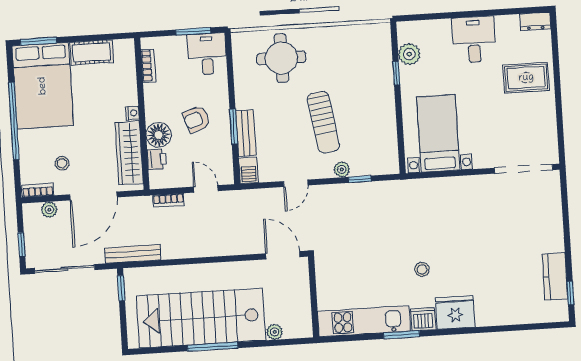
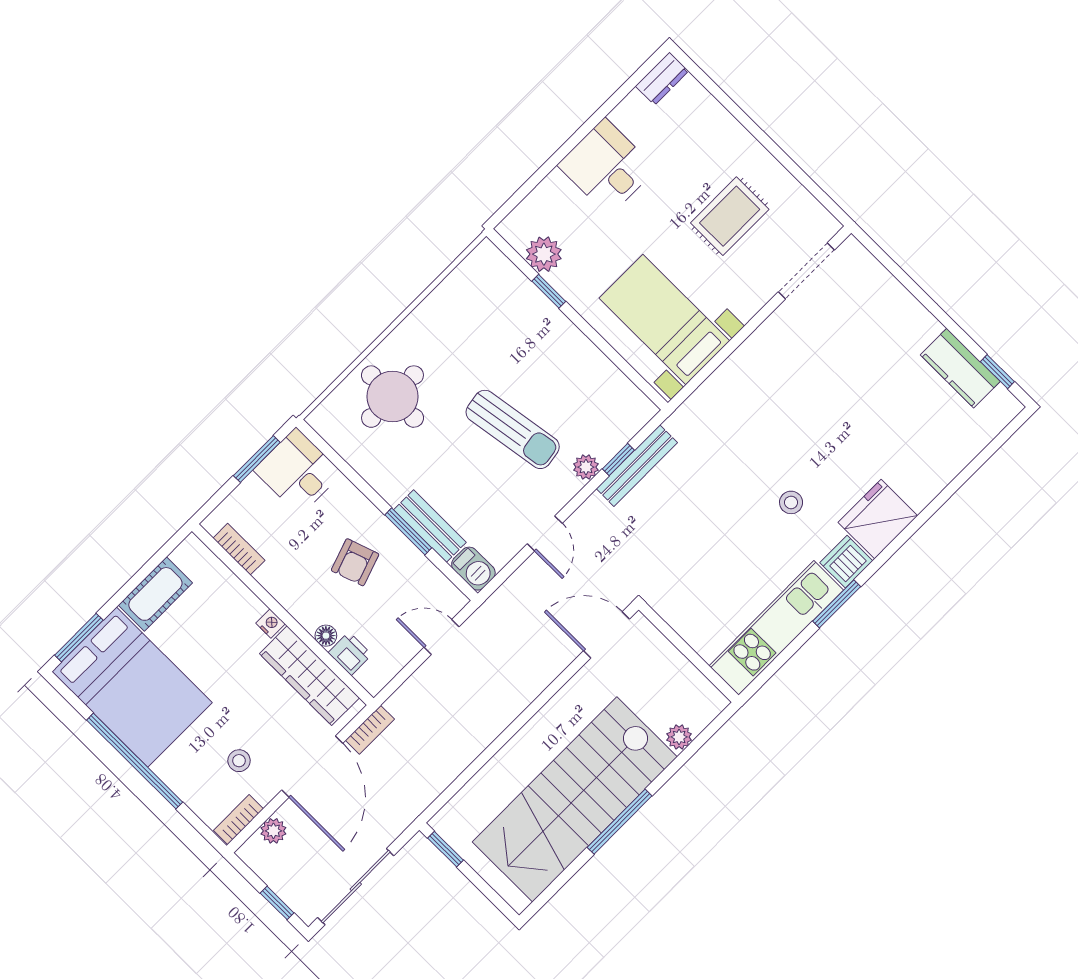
rug: (526, 78) -> (730, 216), moved
floor lamp: (159, 135) -> (326, 636), width x0.53, depth x0.53
doorway: (524, 169) -> (806, 271), width x0.73
bookcase: (168, 200) -> (370, 730), moved
bench: (133, 254) -> (637, 466), moved

